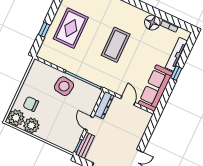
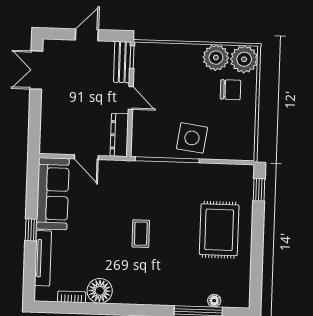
window: (44, 30) -> (259, 190), moved
coffee table: (116, 45) -> (141, 234), width x0.54, depth x0.58

